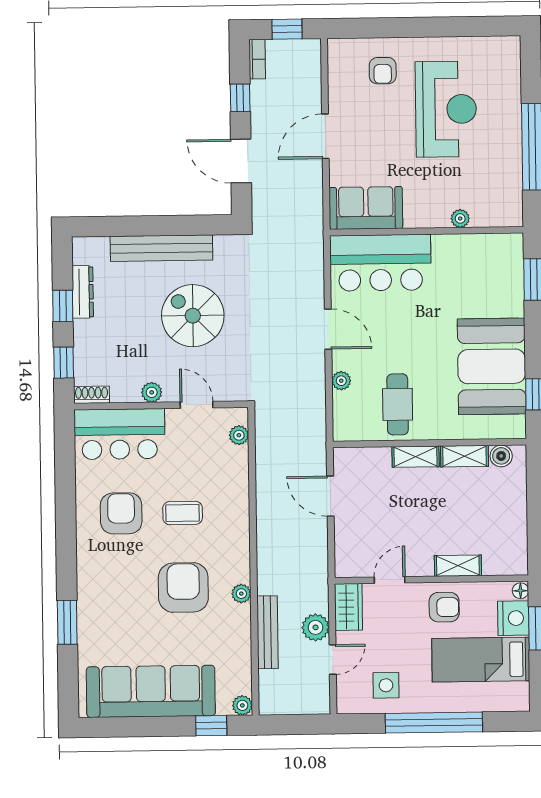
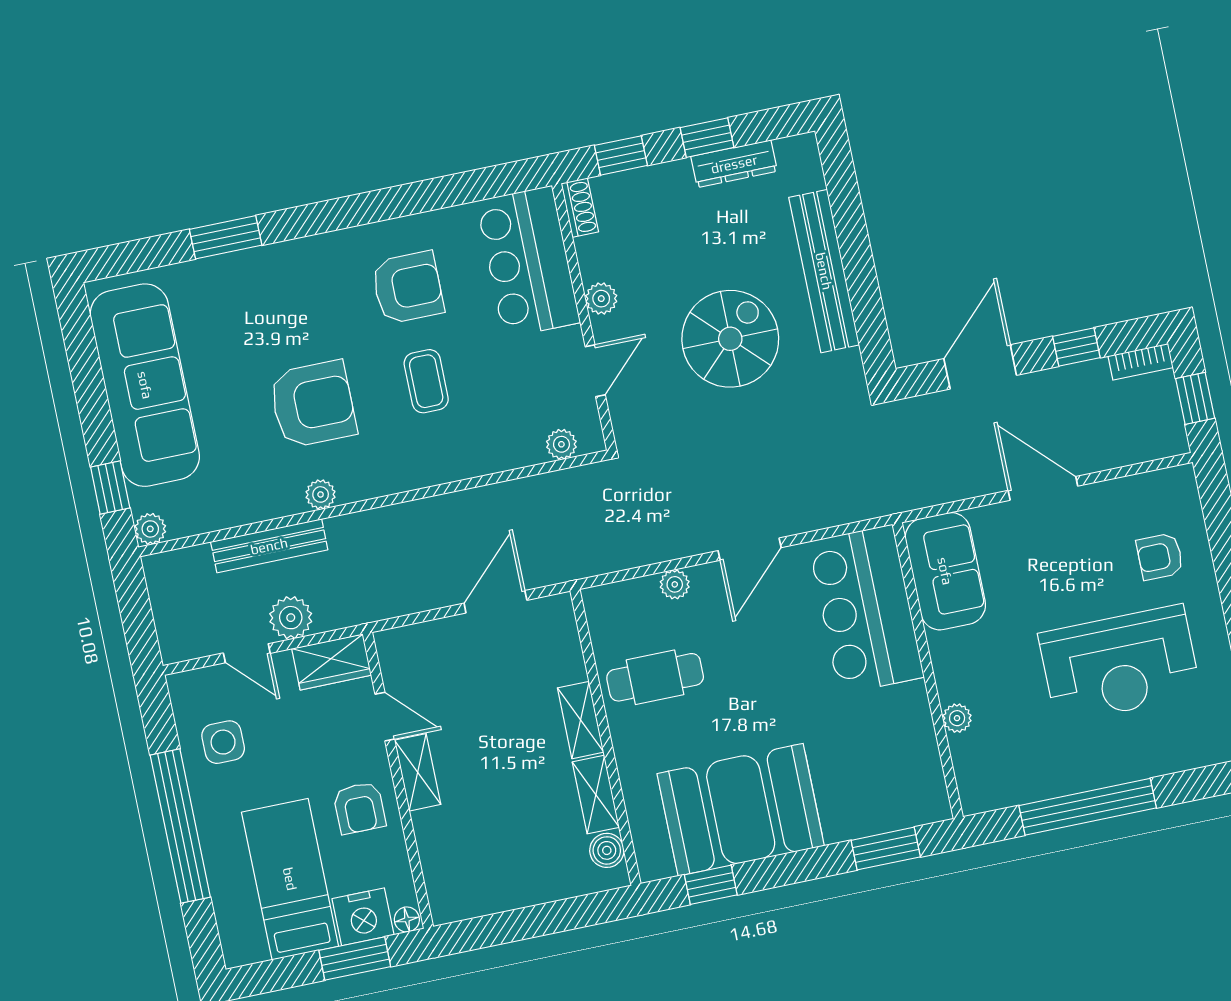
shelving: (458, 566) -> (418, 772), moved

